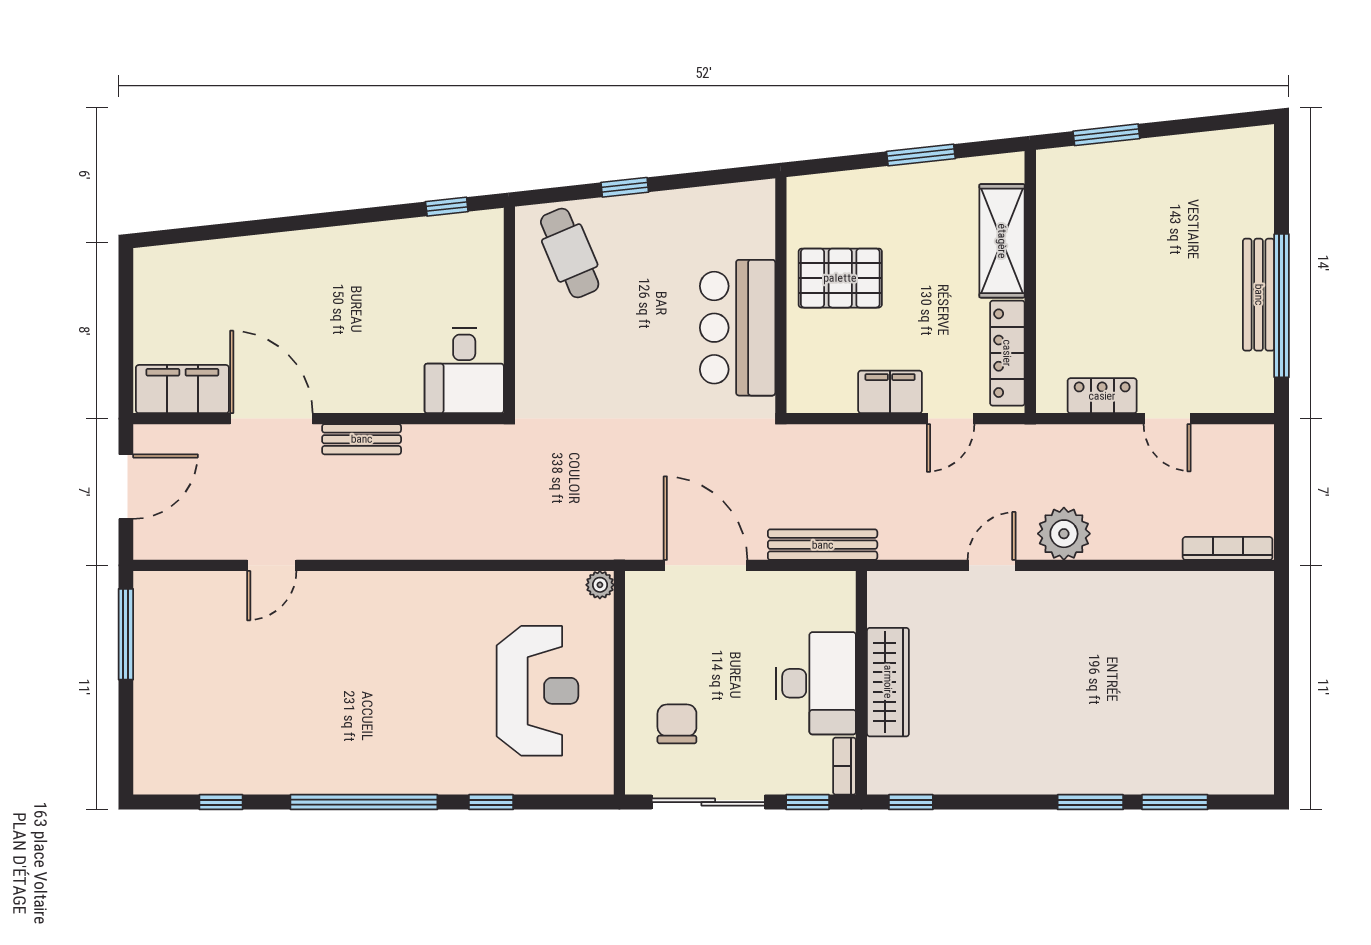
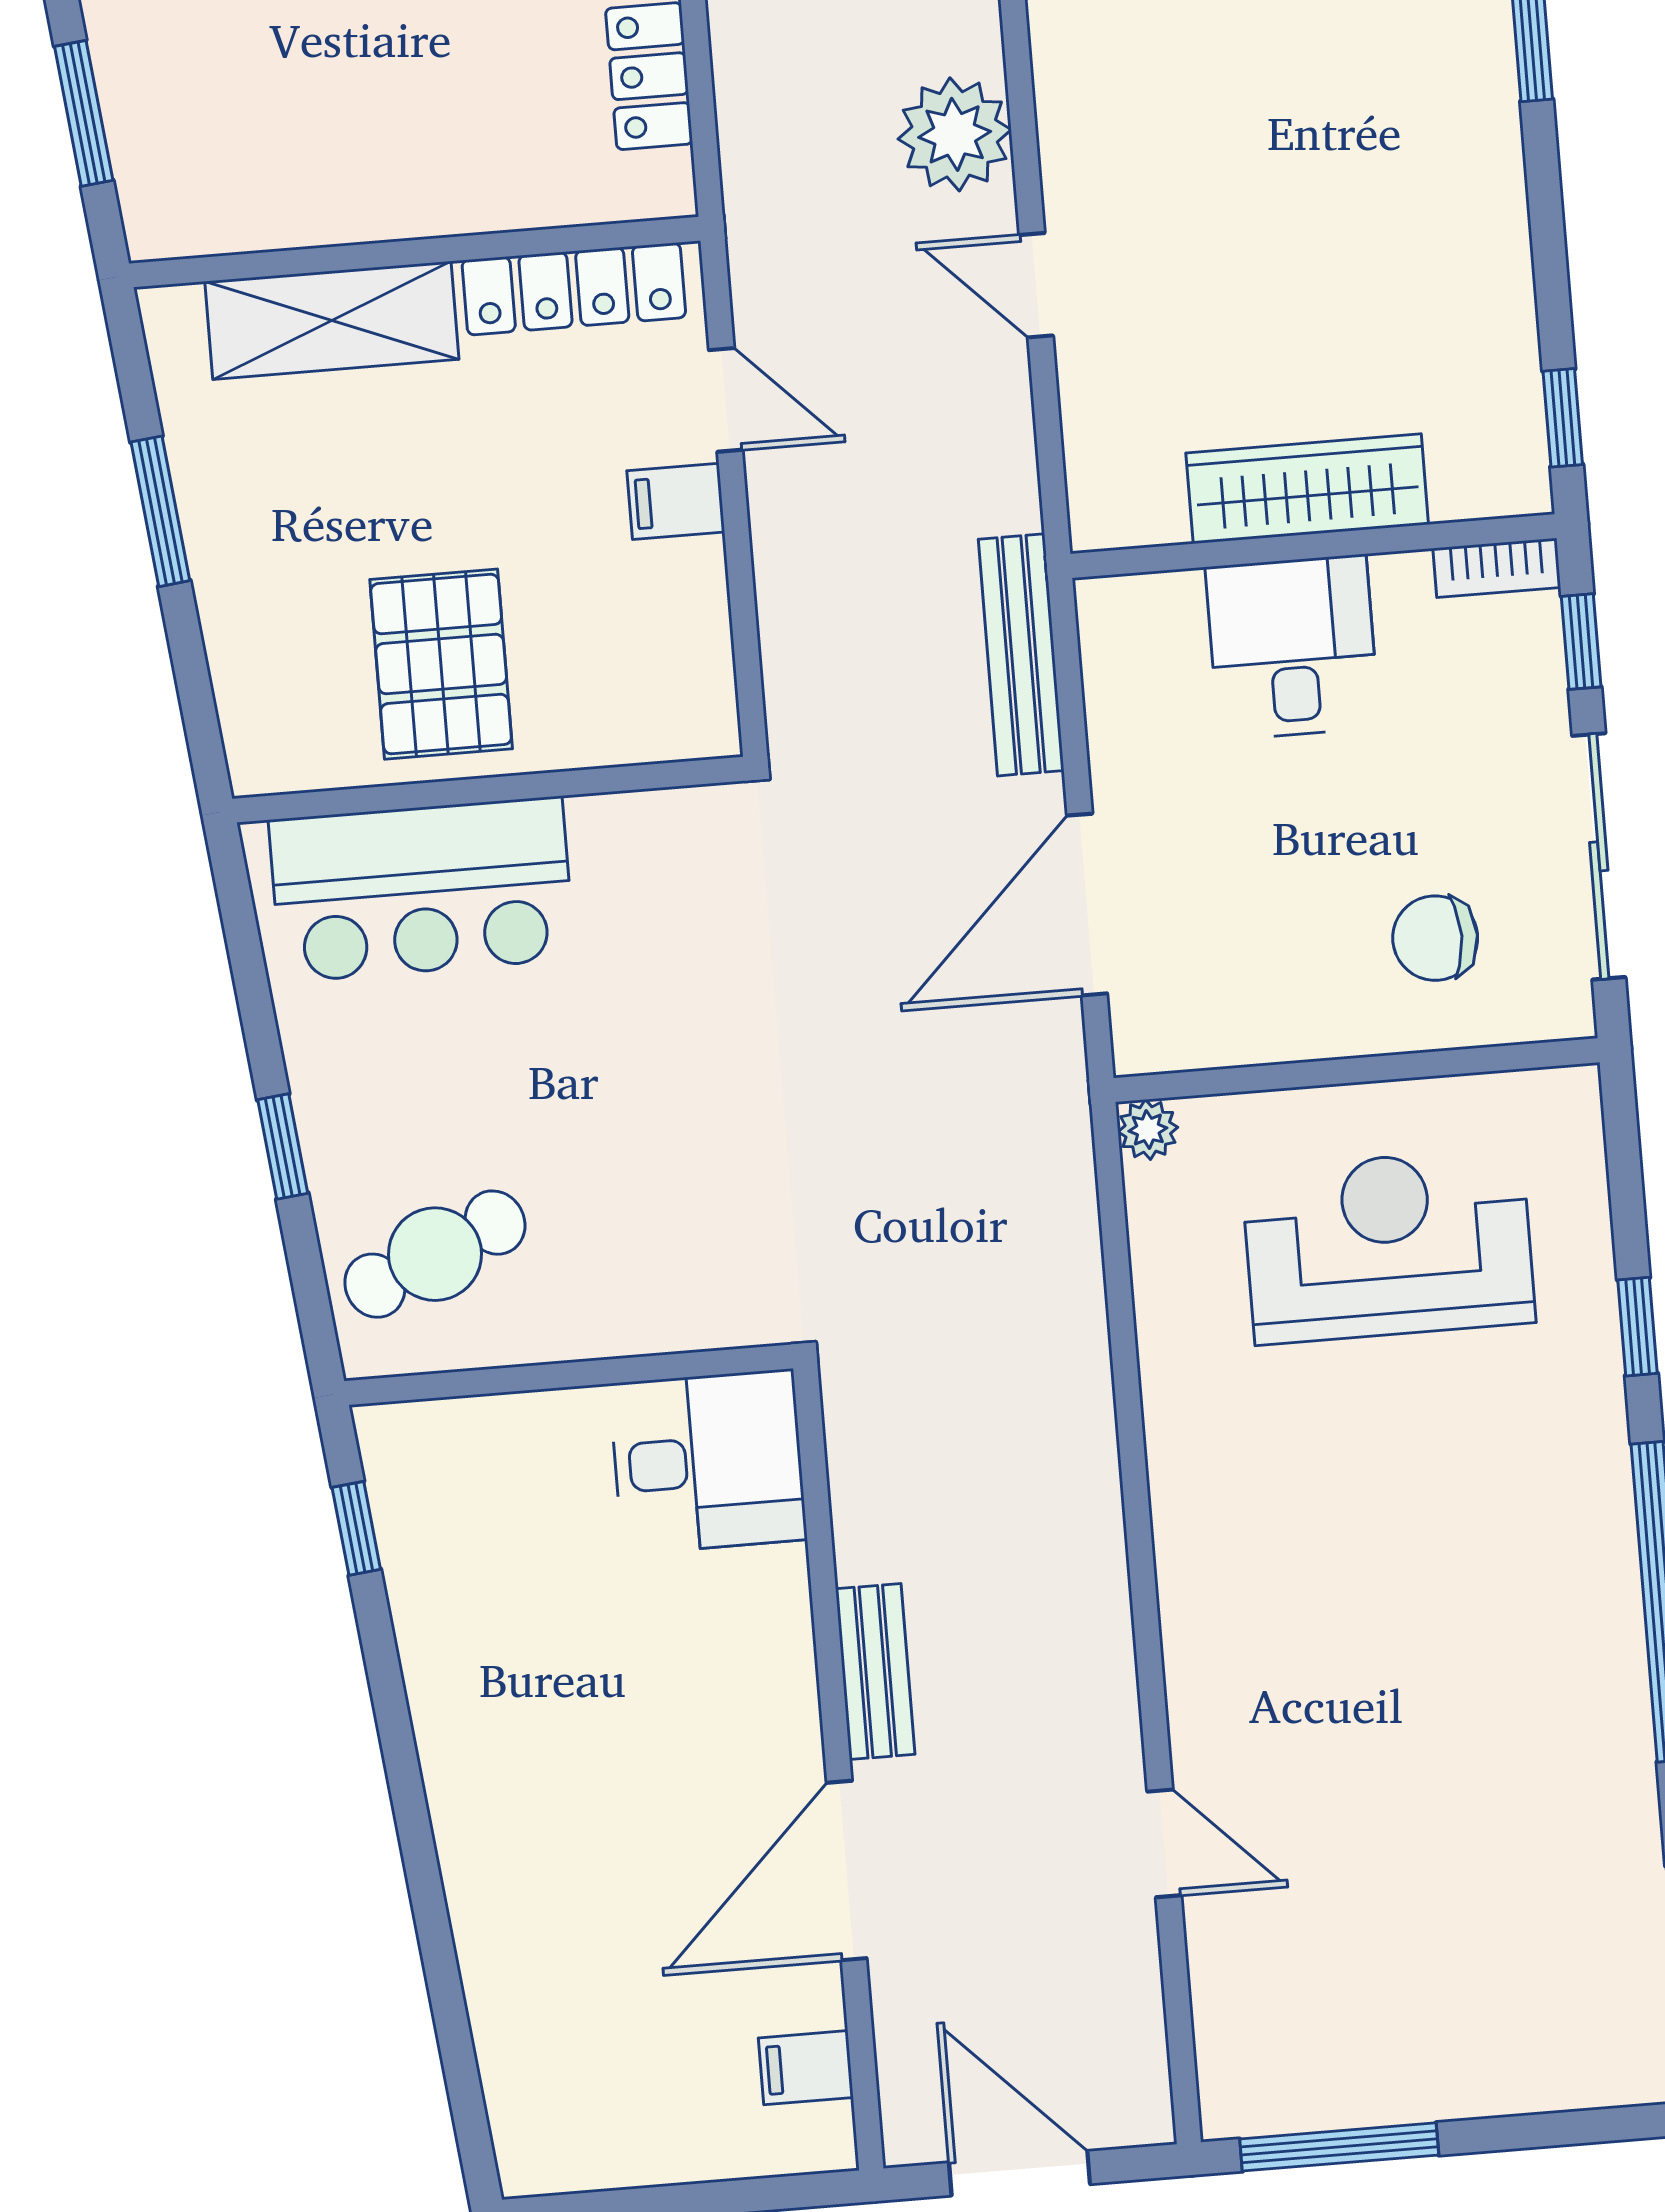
bar counter: (738, 328) -> (422, 889), moved
filing cabinet: (182, 389) -> (806, 2068), width x0.33, depth x0.86
filing cabinet: (890, 392) -> (676, 501), width x0.50
desk: (816, 683) -> (1293, 647), width x0.73

